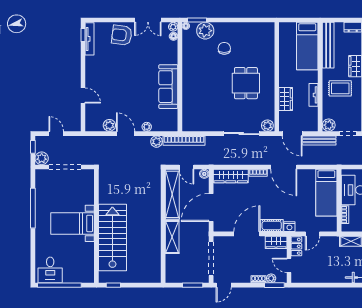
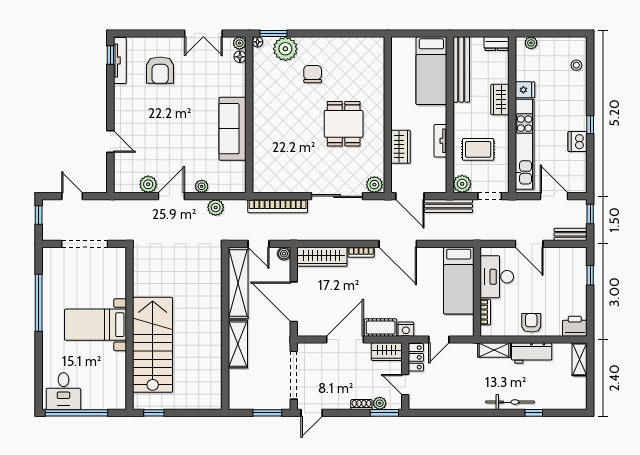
armchair: (122, 35) -> (160, 70), moved, turned -97
rug: (340, 88) -> (478, 149), moved
door: (126, 134) -> (171, 196), hinge flipped
bookcase: (184, 141) -> (278, 206), moved
plant: (42, 158) -> (51, 231), removed
door: (211, 207) -> (294, 302), hinge flipped

